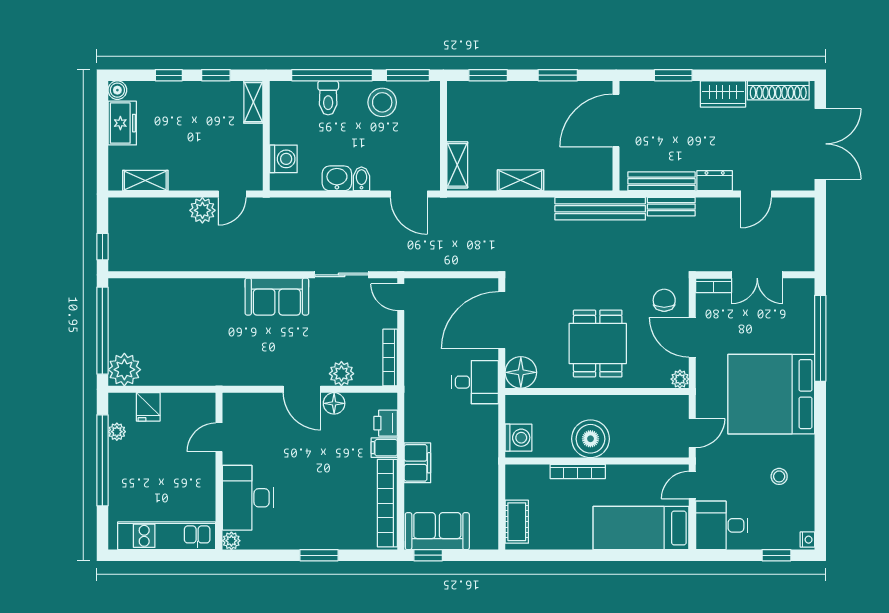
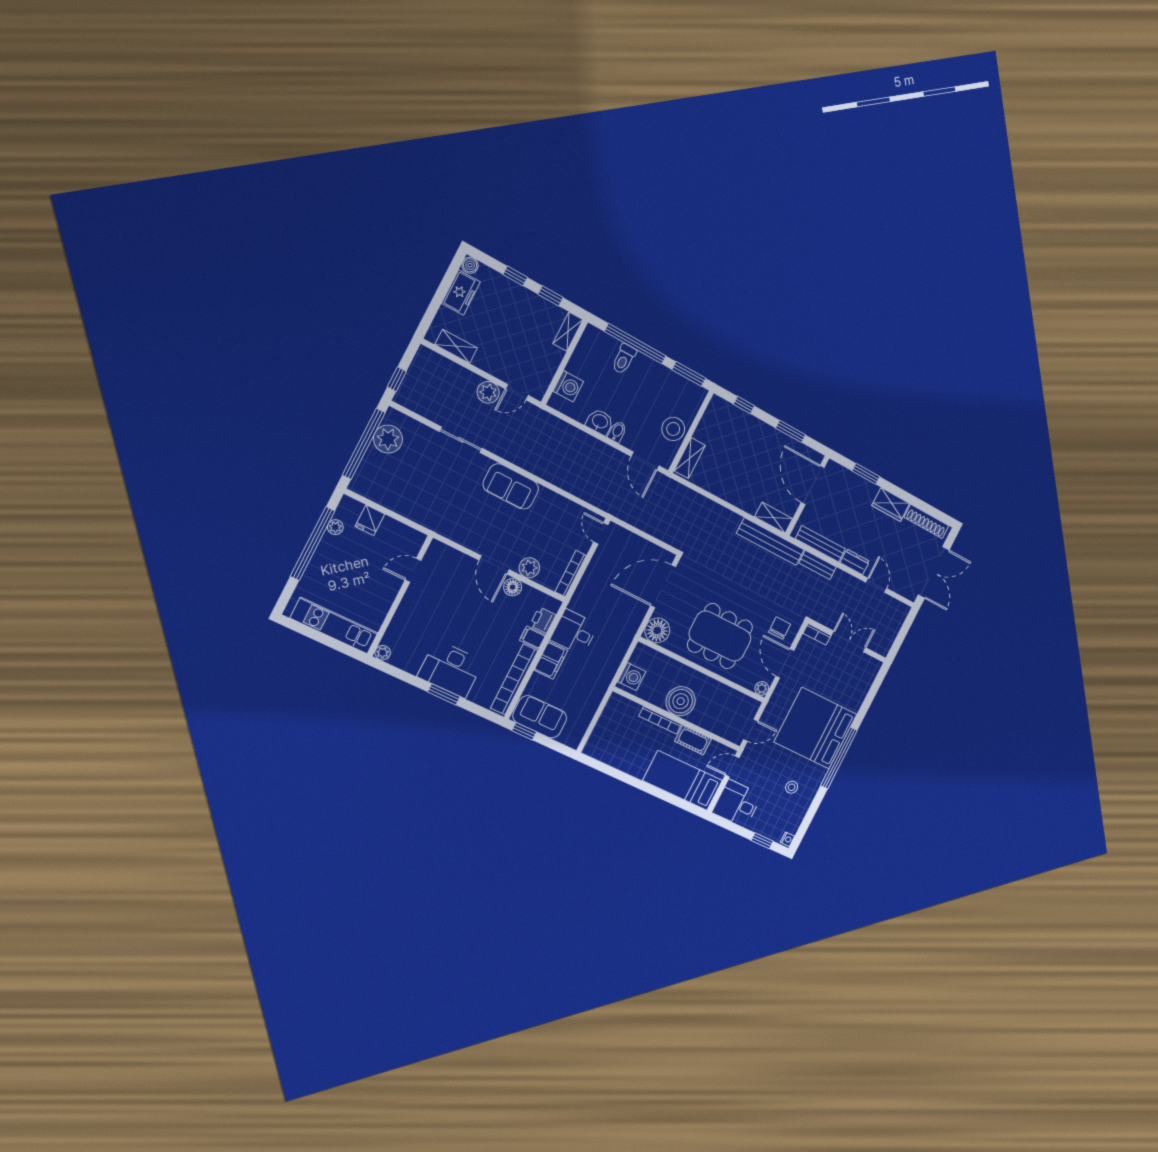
window: (488, 75) -> (744, 405), width x0.67
stool: (382, 102) -> (673, 429), moved
door: (616, 121) -> (813, 485), hinge flipped
shelving: (520, 180) -> (774, 518), moved
door: (756, 194) -> (876, 585), swing flipped
sliding door: (342, 275) -> (461, 440), moved
double door: (757, 275) -> (849, 641), swing flipped
window: (820, 338) -> (839, 758), moved
dining table: (598, 344) -> (720, 636), width x1.38
plant: (124, 370) -> (388, 439), moved
desk: (475, 382) -> (574, 632), moved, turned 180
desk: (248, 498) -> (451, 669), moved, turned -90
cot: (517, 522) -> (693, 740), moved, turned 90

